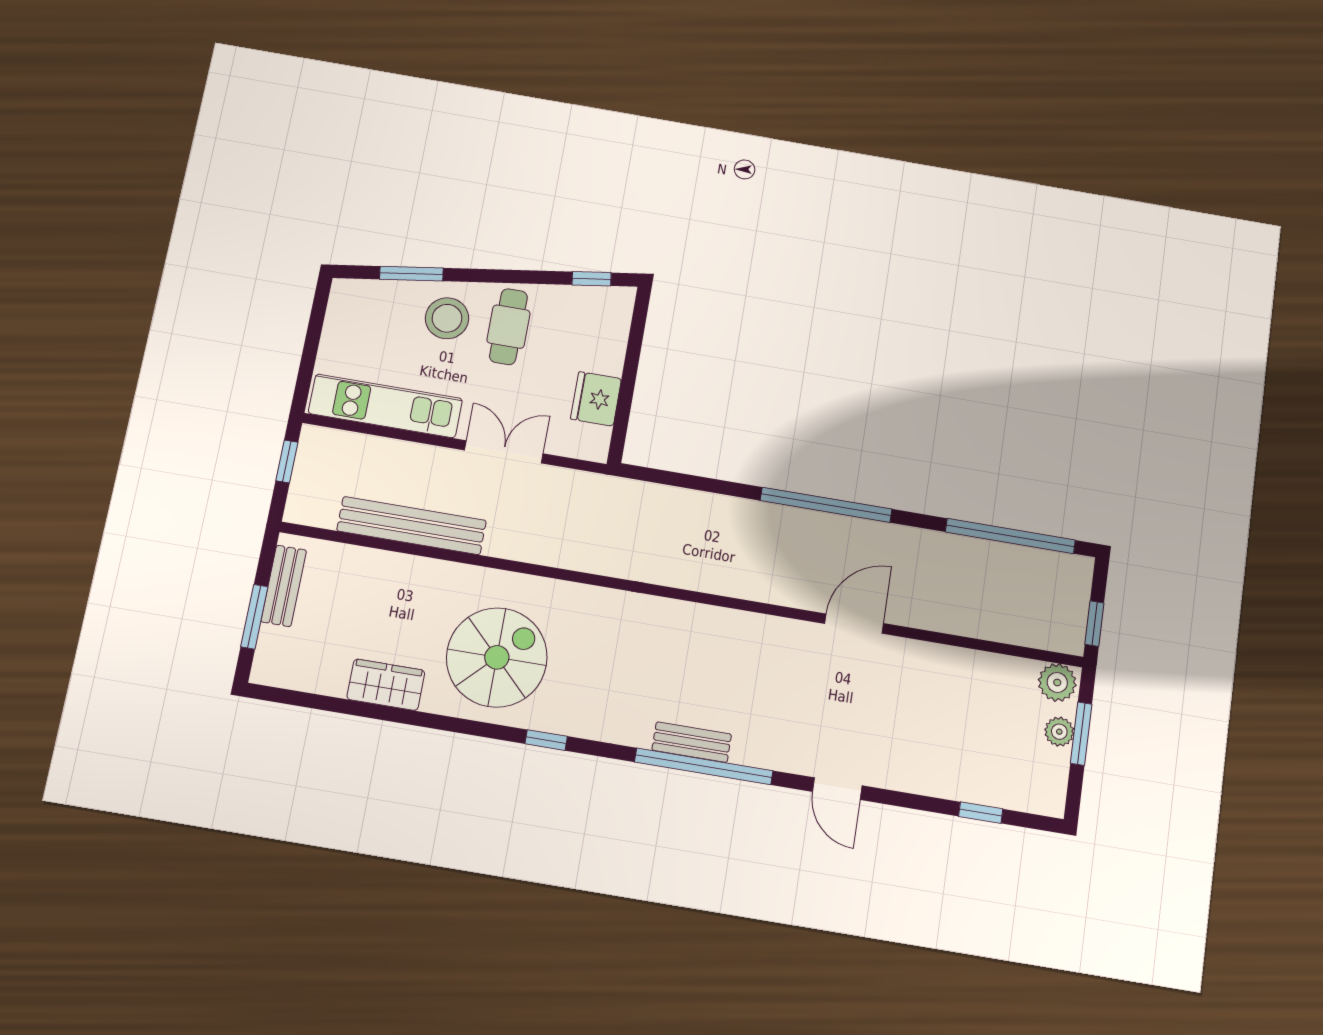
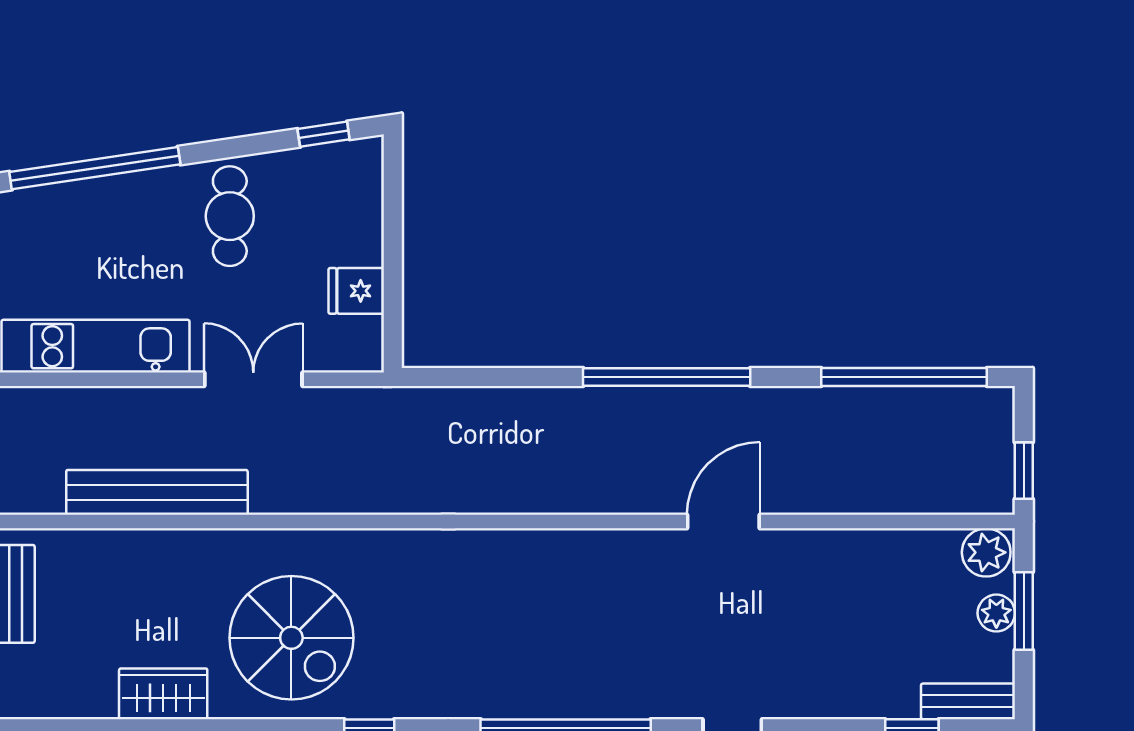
window: (411, 274) -> (95, 168), width x2.11
stool: (447, 318) -> (151, 219), removed
fridge: (596, 399) -> (356, 291), width x0.72
spiral stairs: (497, 657) -> (291, 638), turned 90
bench: (692, 742) -> (968, 701), moved

